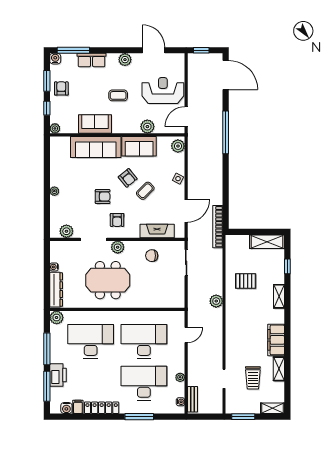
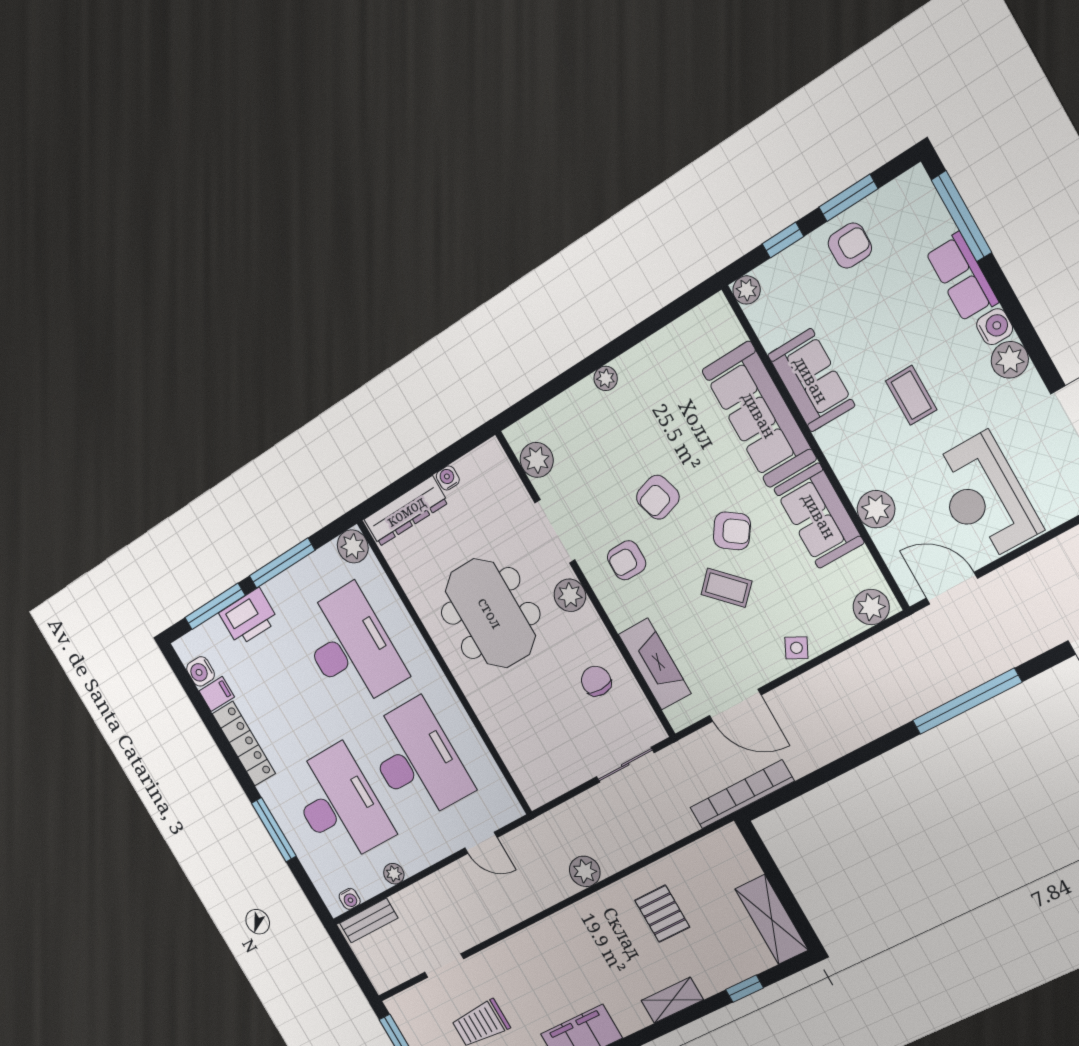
water cooler: (55, 59) -> (995, 327), moved
reception desk: (163, 91) -> (984, 497), turned 180
armchair: (128, 178) -> (732, 531), turned -106
armchair: (103, 197) -> (658, 497), turned 73

